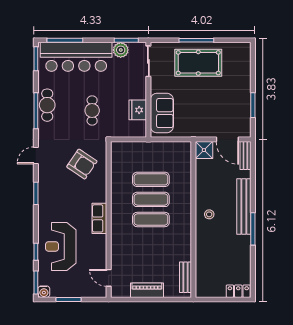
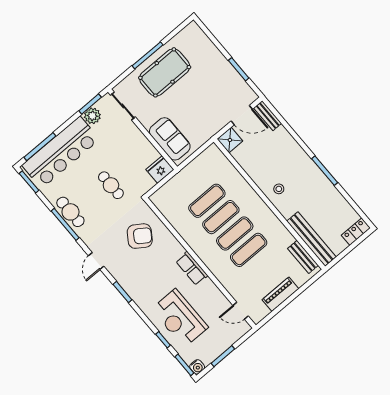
fridge: (138, 110) -> (160, 170), moved, turned 90
bench: (244, 206) -> (311, 239), moved
exercise mat: (151, 240) -> (249, 250), added

